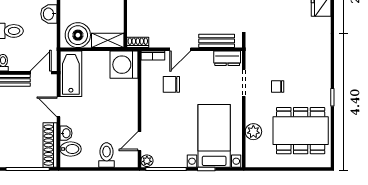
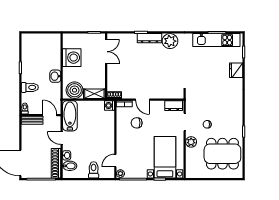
bench: (217, 41) -> (167, 94), removed
door: (180, 49) -> (142, 100), hinge flipped
washing machine: (124, 65) -> (110, 105), width x0.53, depth x0.53
door: (41, 73) -> (50, 115), hinge flipped
plant: (253, 132) -> (191, 142), moved

